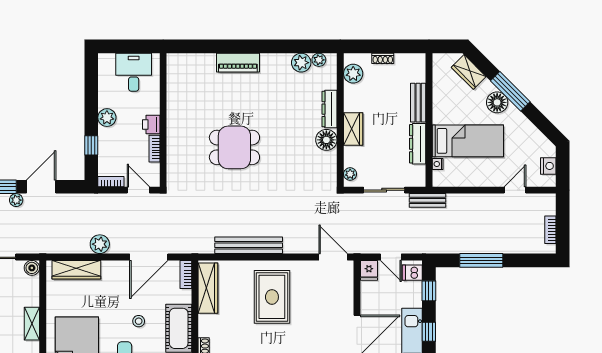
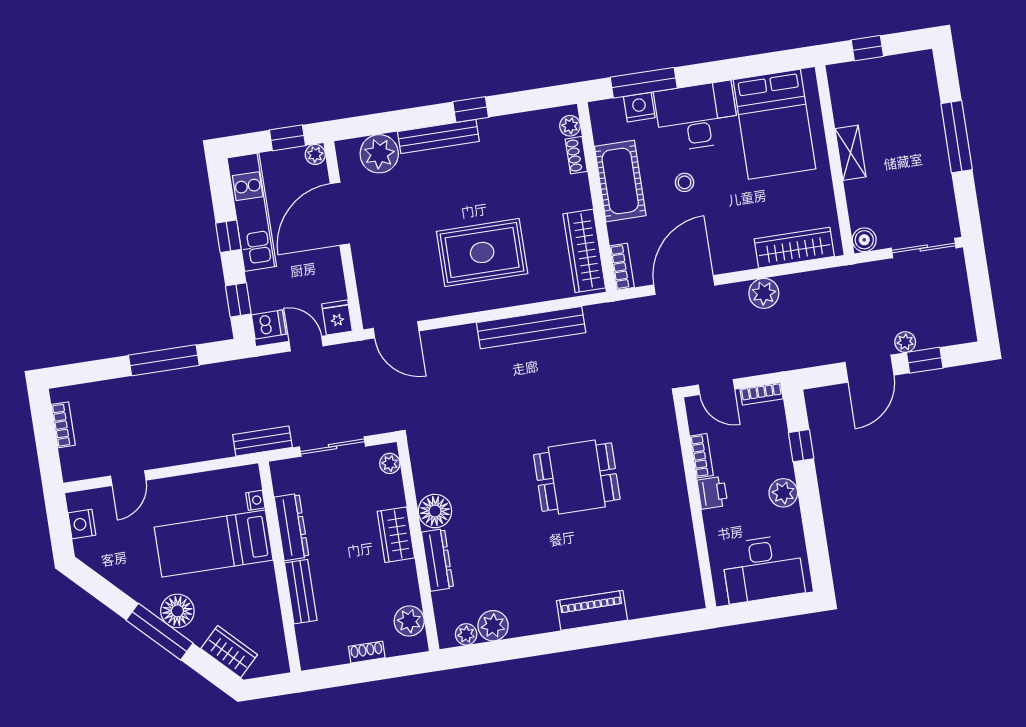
desk: (134, 72) -> (763, 569), width x1.37
rug: (272, 297) -> (482, 252), turned 90

